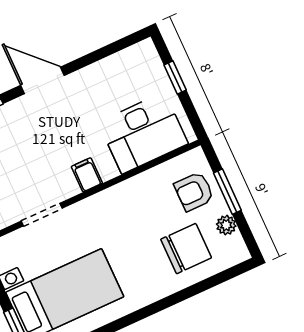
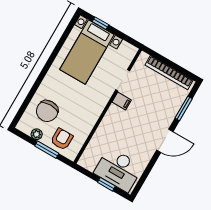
desk: (143, 133) -> (118, 170), moved, turned -90
filing cabinet: (87, 175) -> (122, 101), moved

